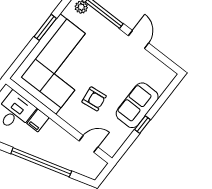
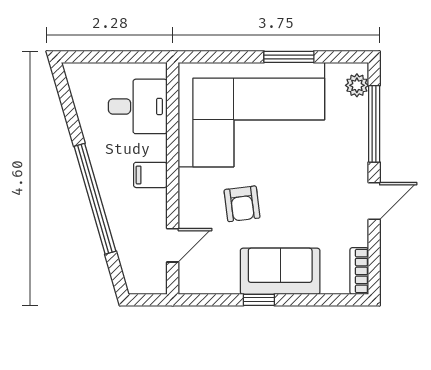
bookcase: (164, 70) -> (359, 271), added
filing cabinet: (38, 120) -> (150, 175), moved
door: (89, 144) -> (173, 245), hinge flipped

